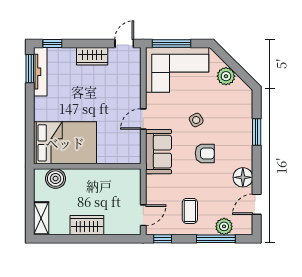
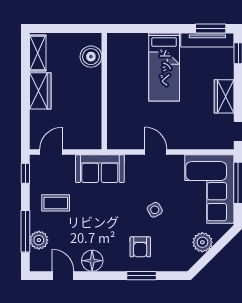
bed: (65, 143) -> (164, 67), moved, width x0.67
sofa: (158, 152) -> (100, 169), moved
armchair: (205, 153) -> (140, 247), moved
door: (143, 215) -> (51, 152), swing flipped
shelving: (41, 218) -> (38, 53), moved, turned 90

